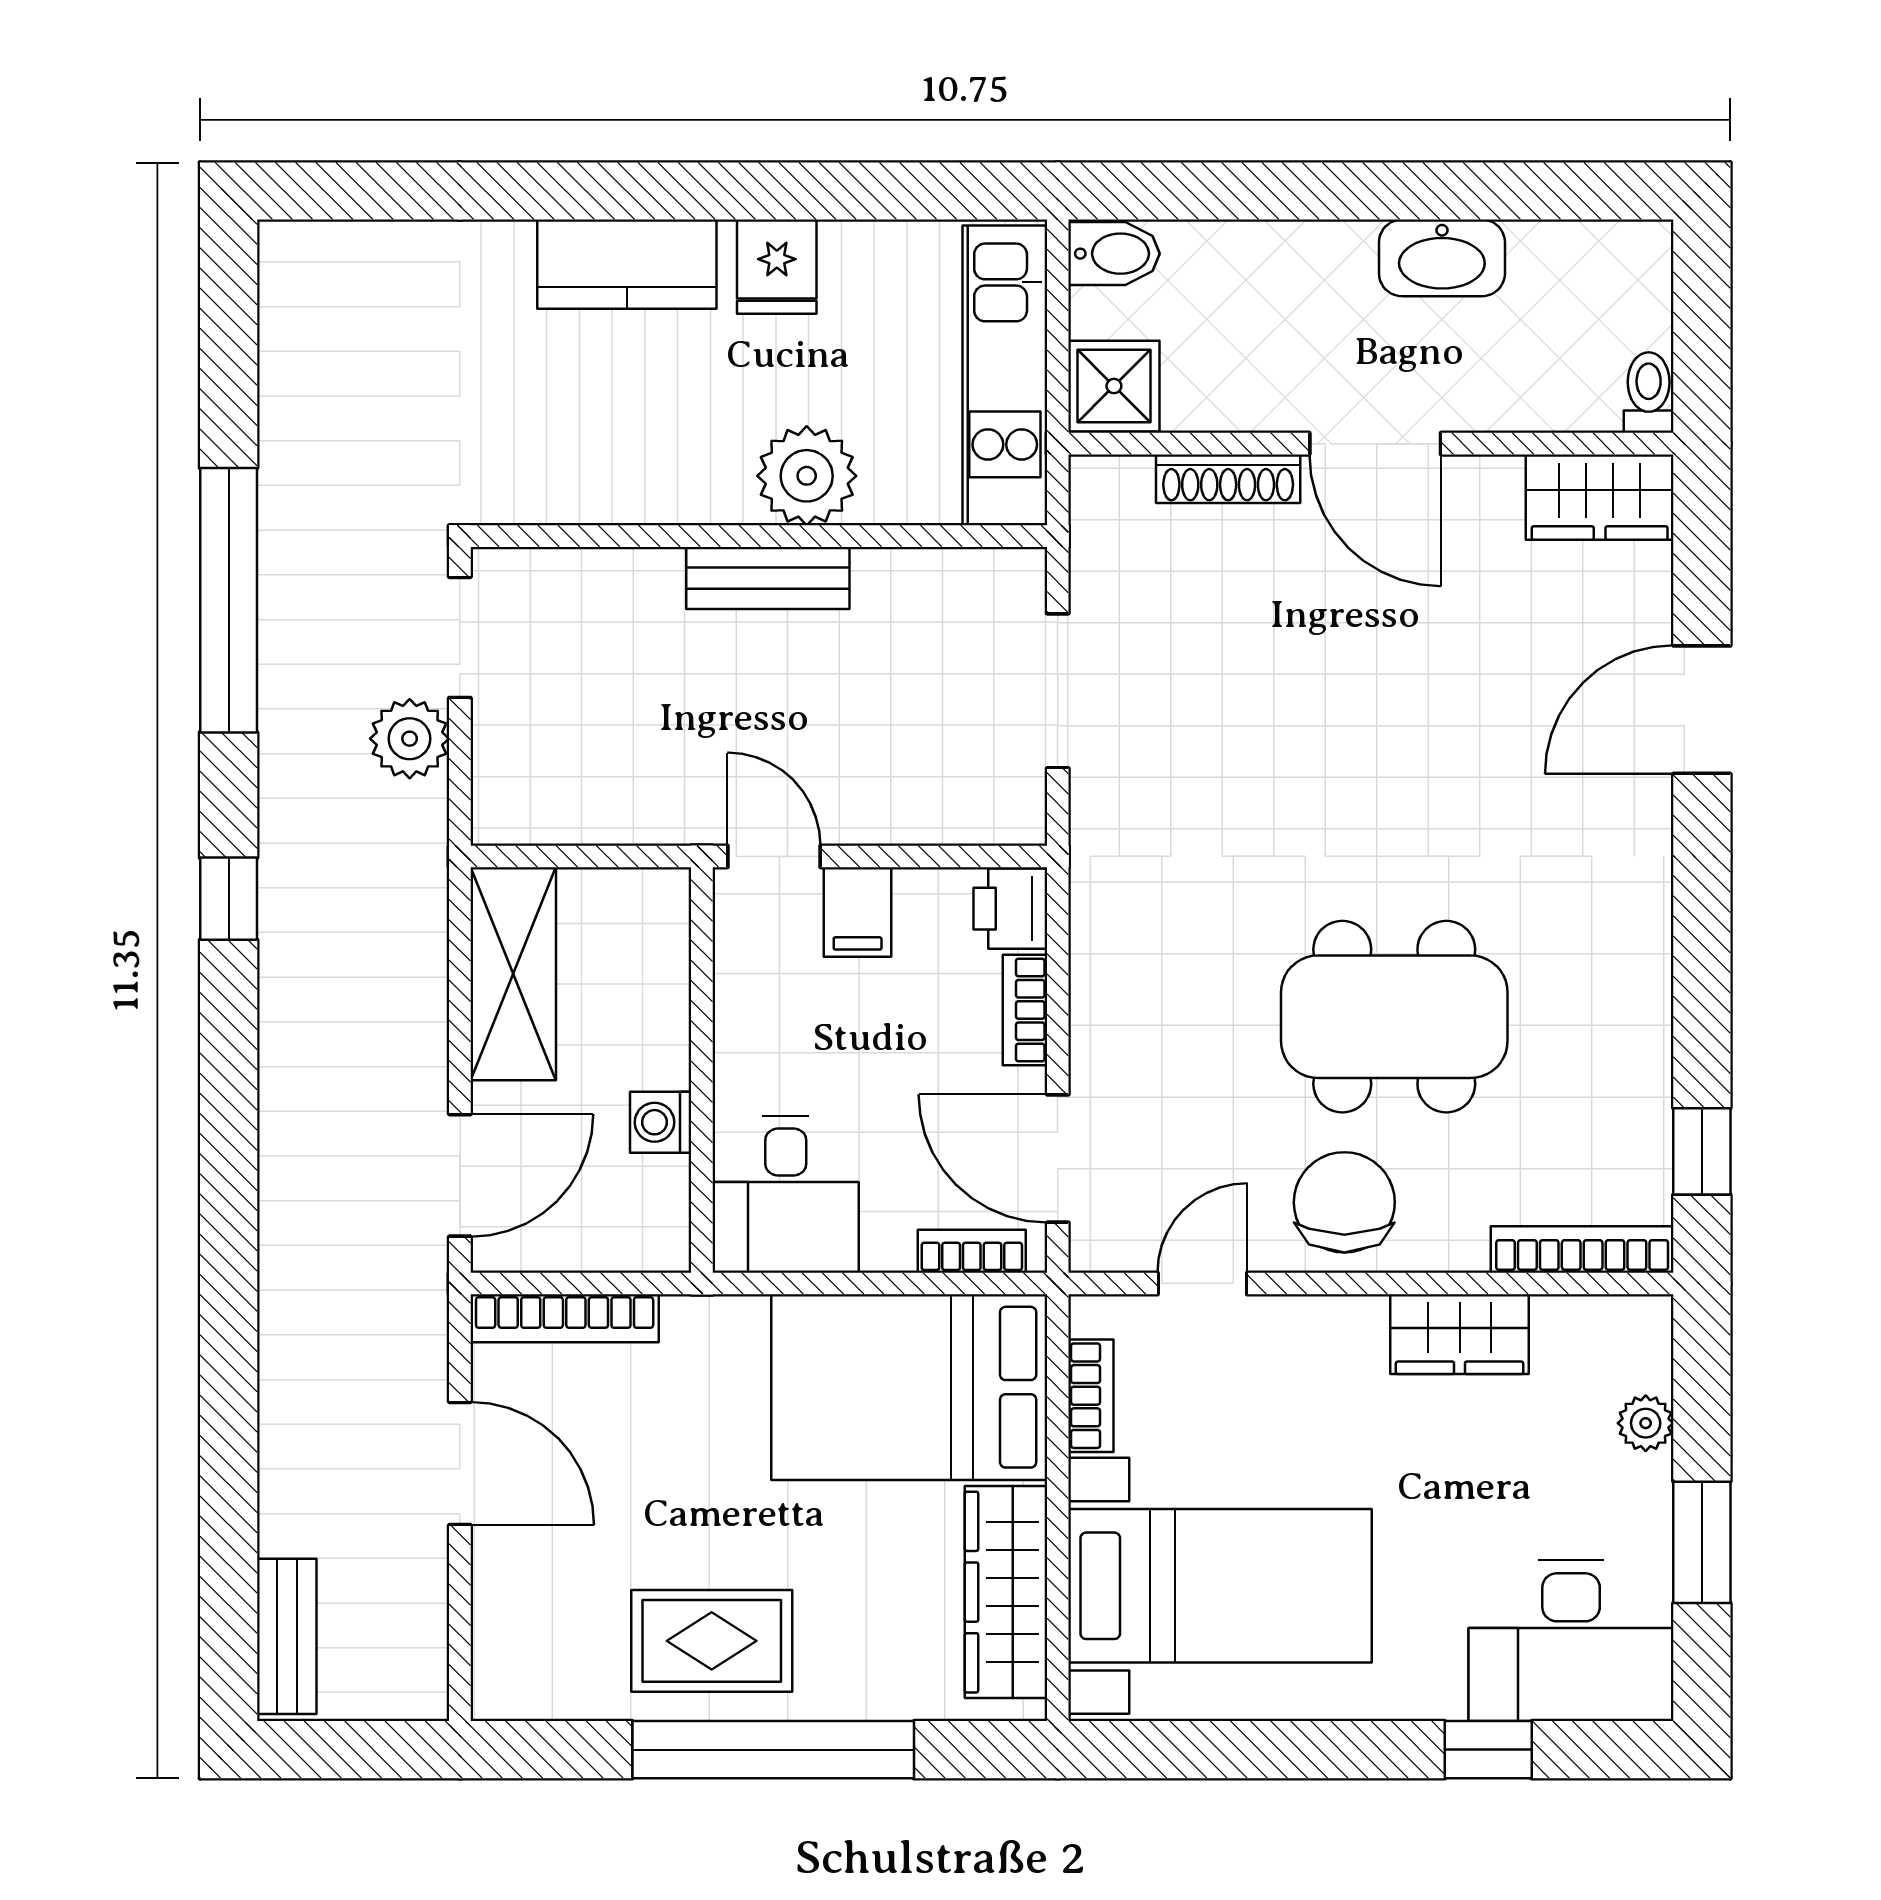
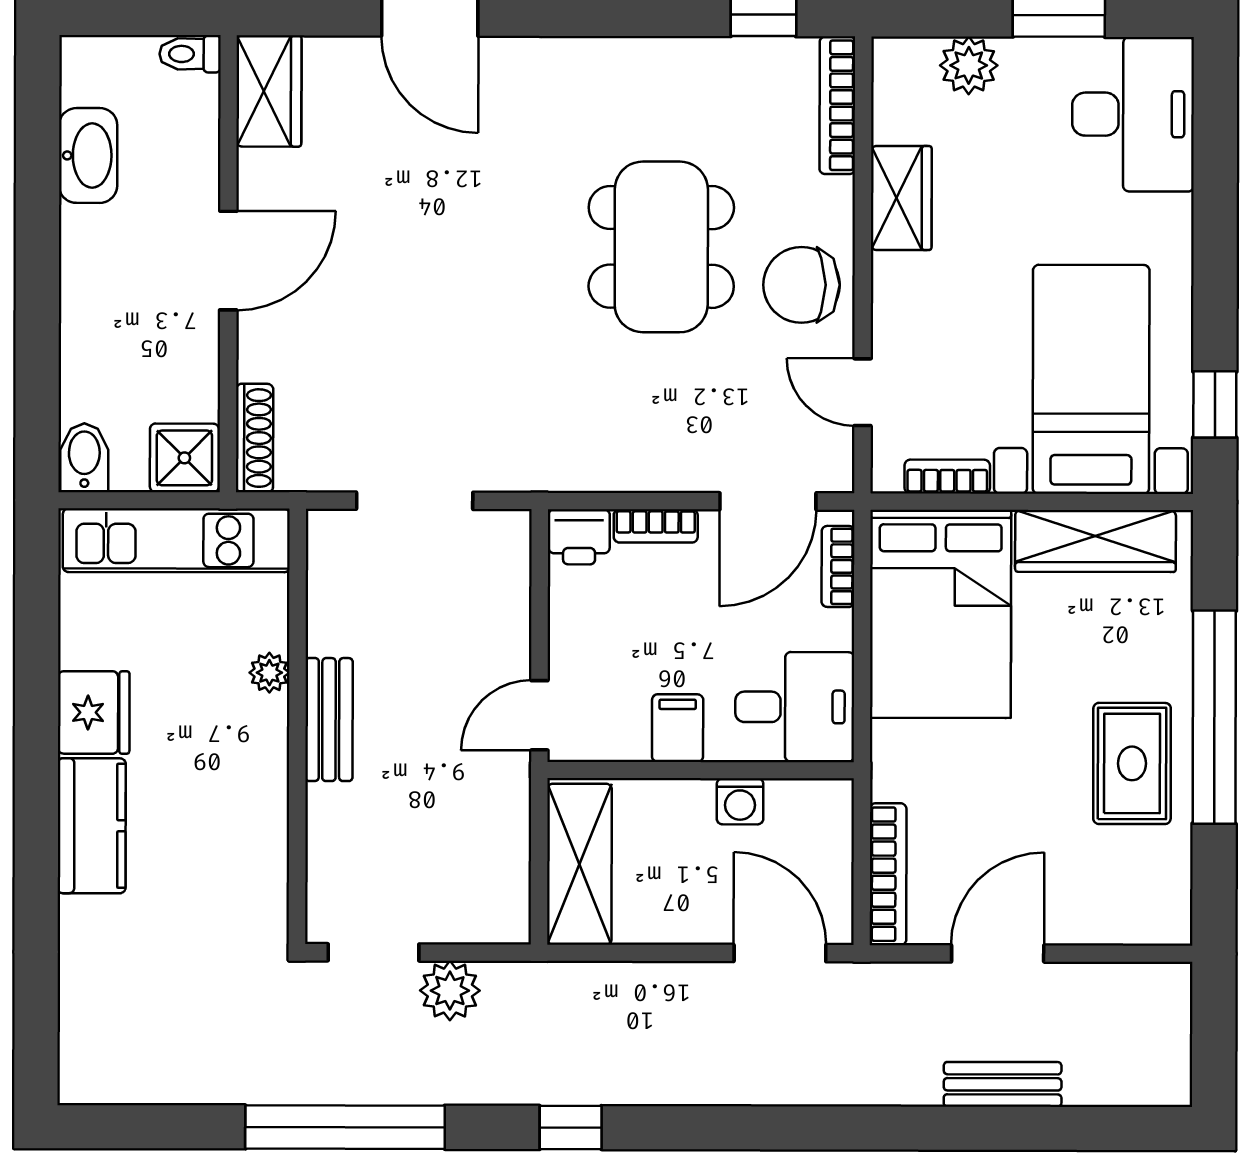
washbasin: (1442, 258) -> (88, 155), moved
fridge: (777, 267) -> (94, 712), width x1.38
plant: (807, 476) -> (269, 673), width x0.53, depth x0.53
shoe rack: (1228, 479) -> (255, 438), moved
filing cabinet: (858, 912) -> (678, 728), moved, turned -90
shelving: (513, 974) -> (579, 864), moved, turned 90
plant: (1646, 1423) -> (969, 65), width x1.38, depth x1.38
bench: (287, 1636) -> (1003, 1084), moved
window: (1488, 1750) -> (1215, 404), moved

